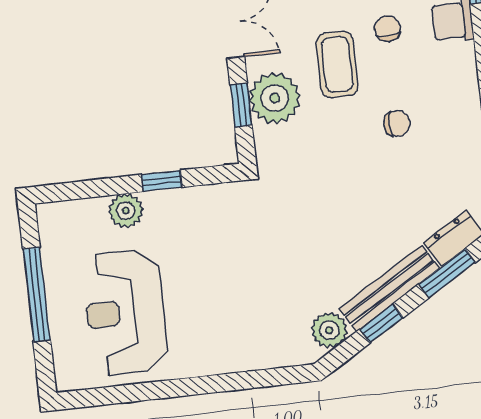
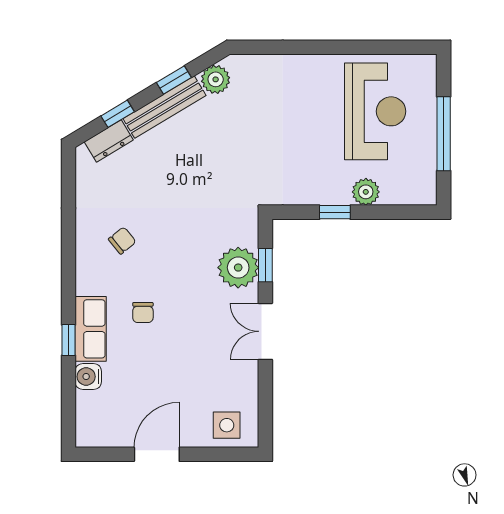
coffee table: (337, 64) -> (186, 289), removed
chair: (397, 123) -> (122, 240), moved, turned 141
window: (447, 273) -> (118, 114), width x0.67

